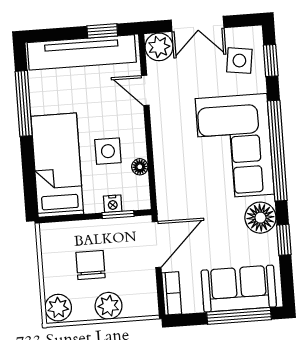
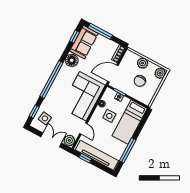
corner sofa: (235, 146) -> (83, 96), moved, turned 180
window: (284, 240) -> (74, 37), moved
sofa: (239, 289) -> (84, 42), moved, turned -90

